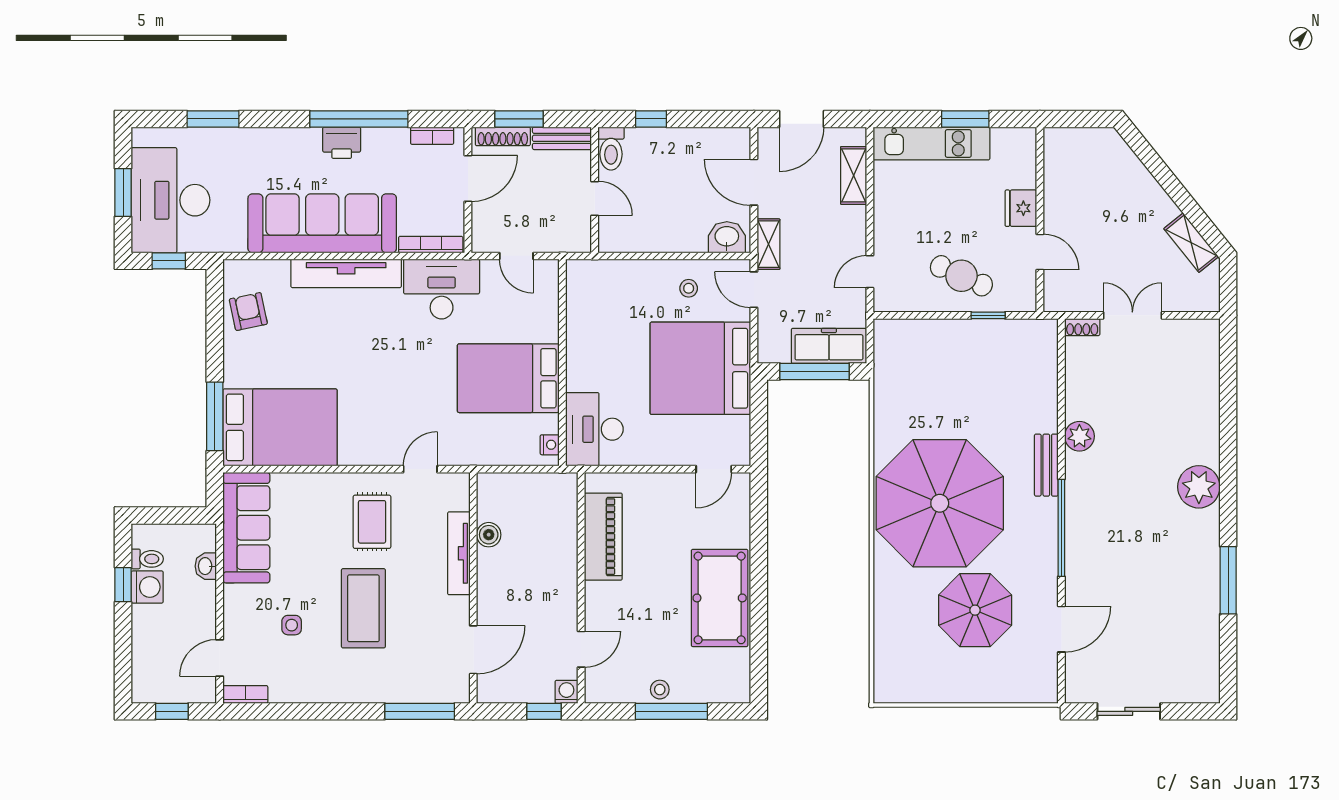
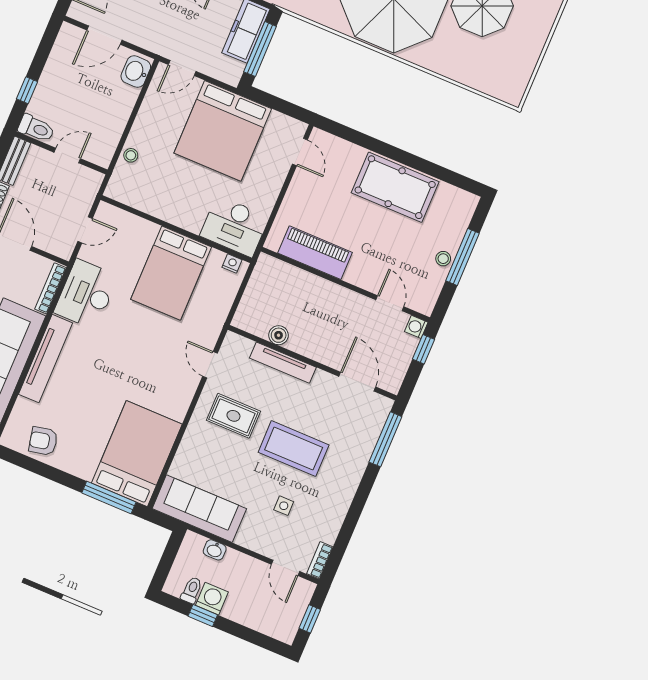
shelving: (768, 244) -> (154, 44), removed
stool: (689, 288) -> (131, 155), moved

